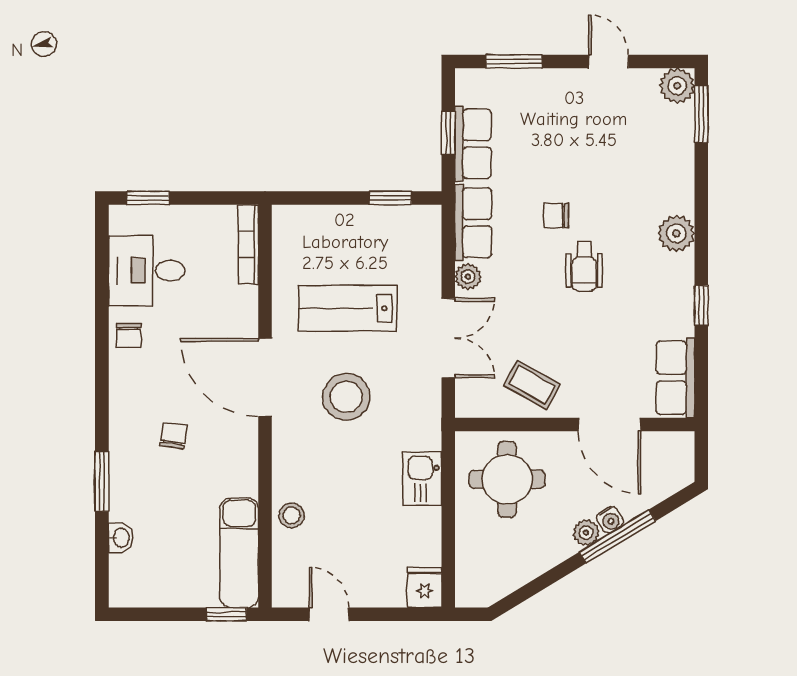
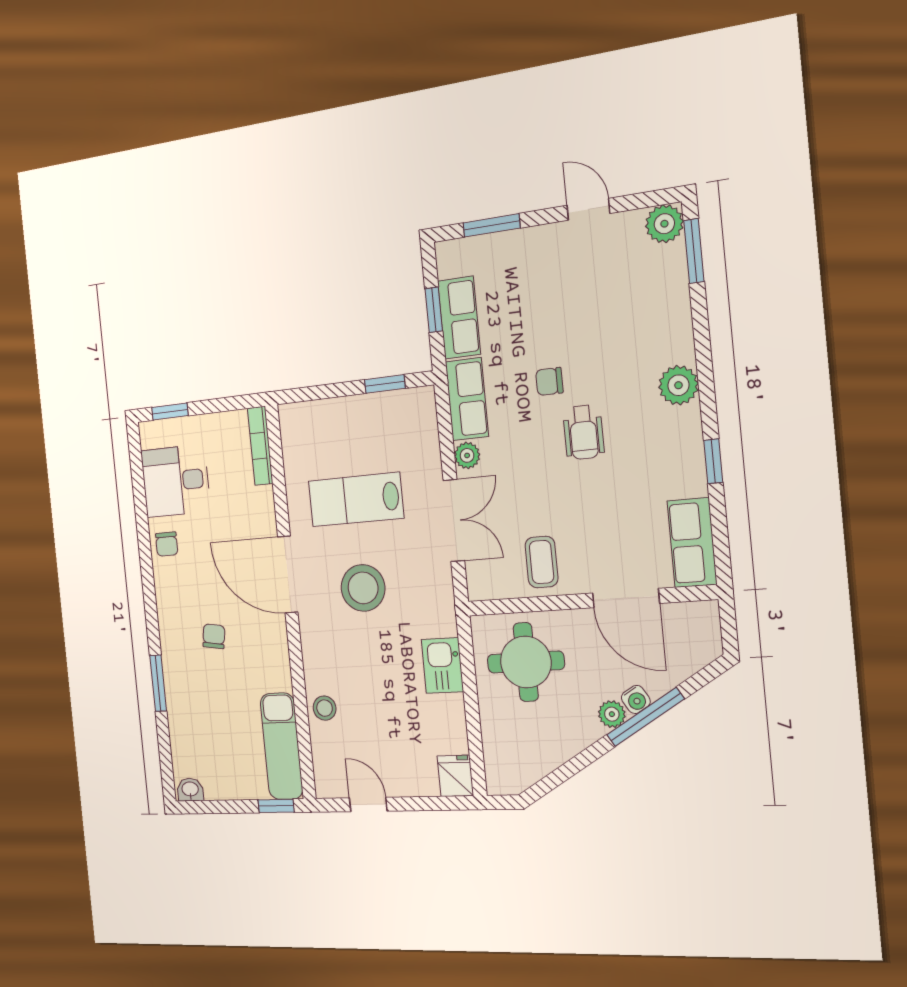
coffee table: (532, 385) -> (542, 562), turned 61
washbasin: (121, 538) -> (190, 790), moved, turned -90

